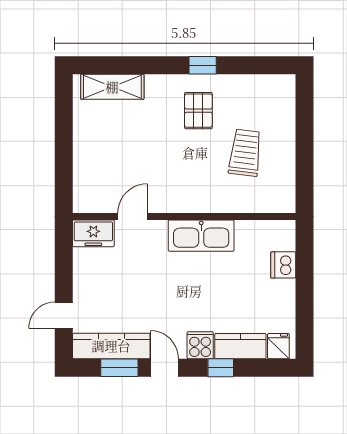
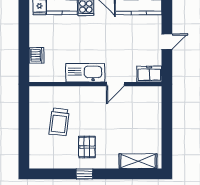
door: (133, 216) -> (115, 84), moved
door: (64, 315) -> (167, 42), moved

